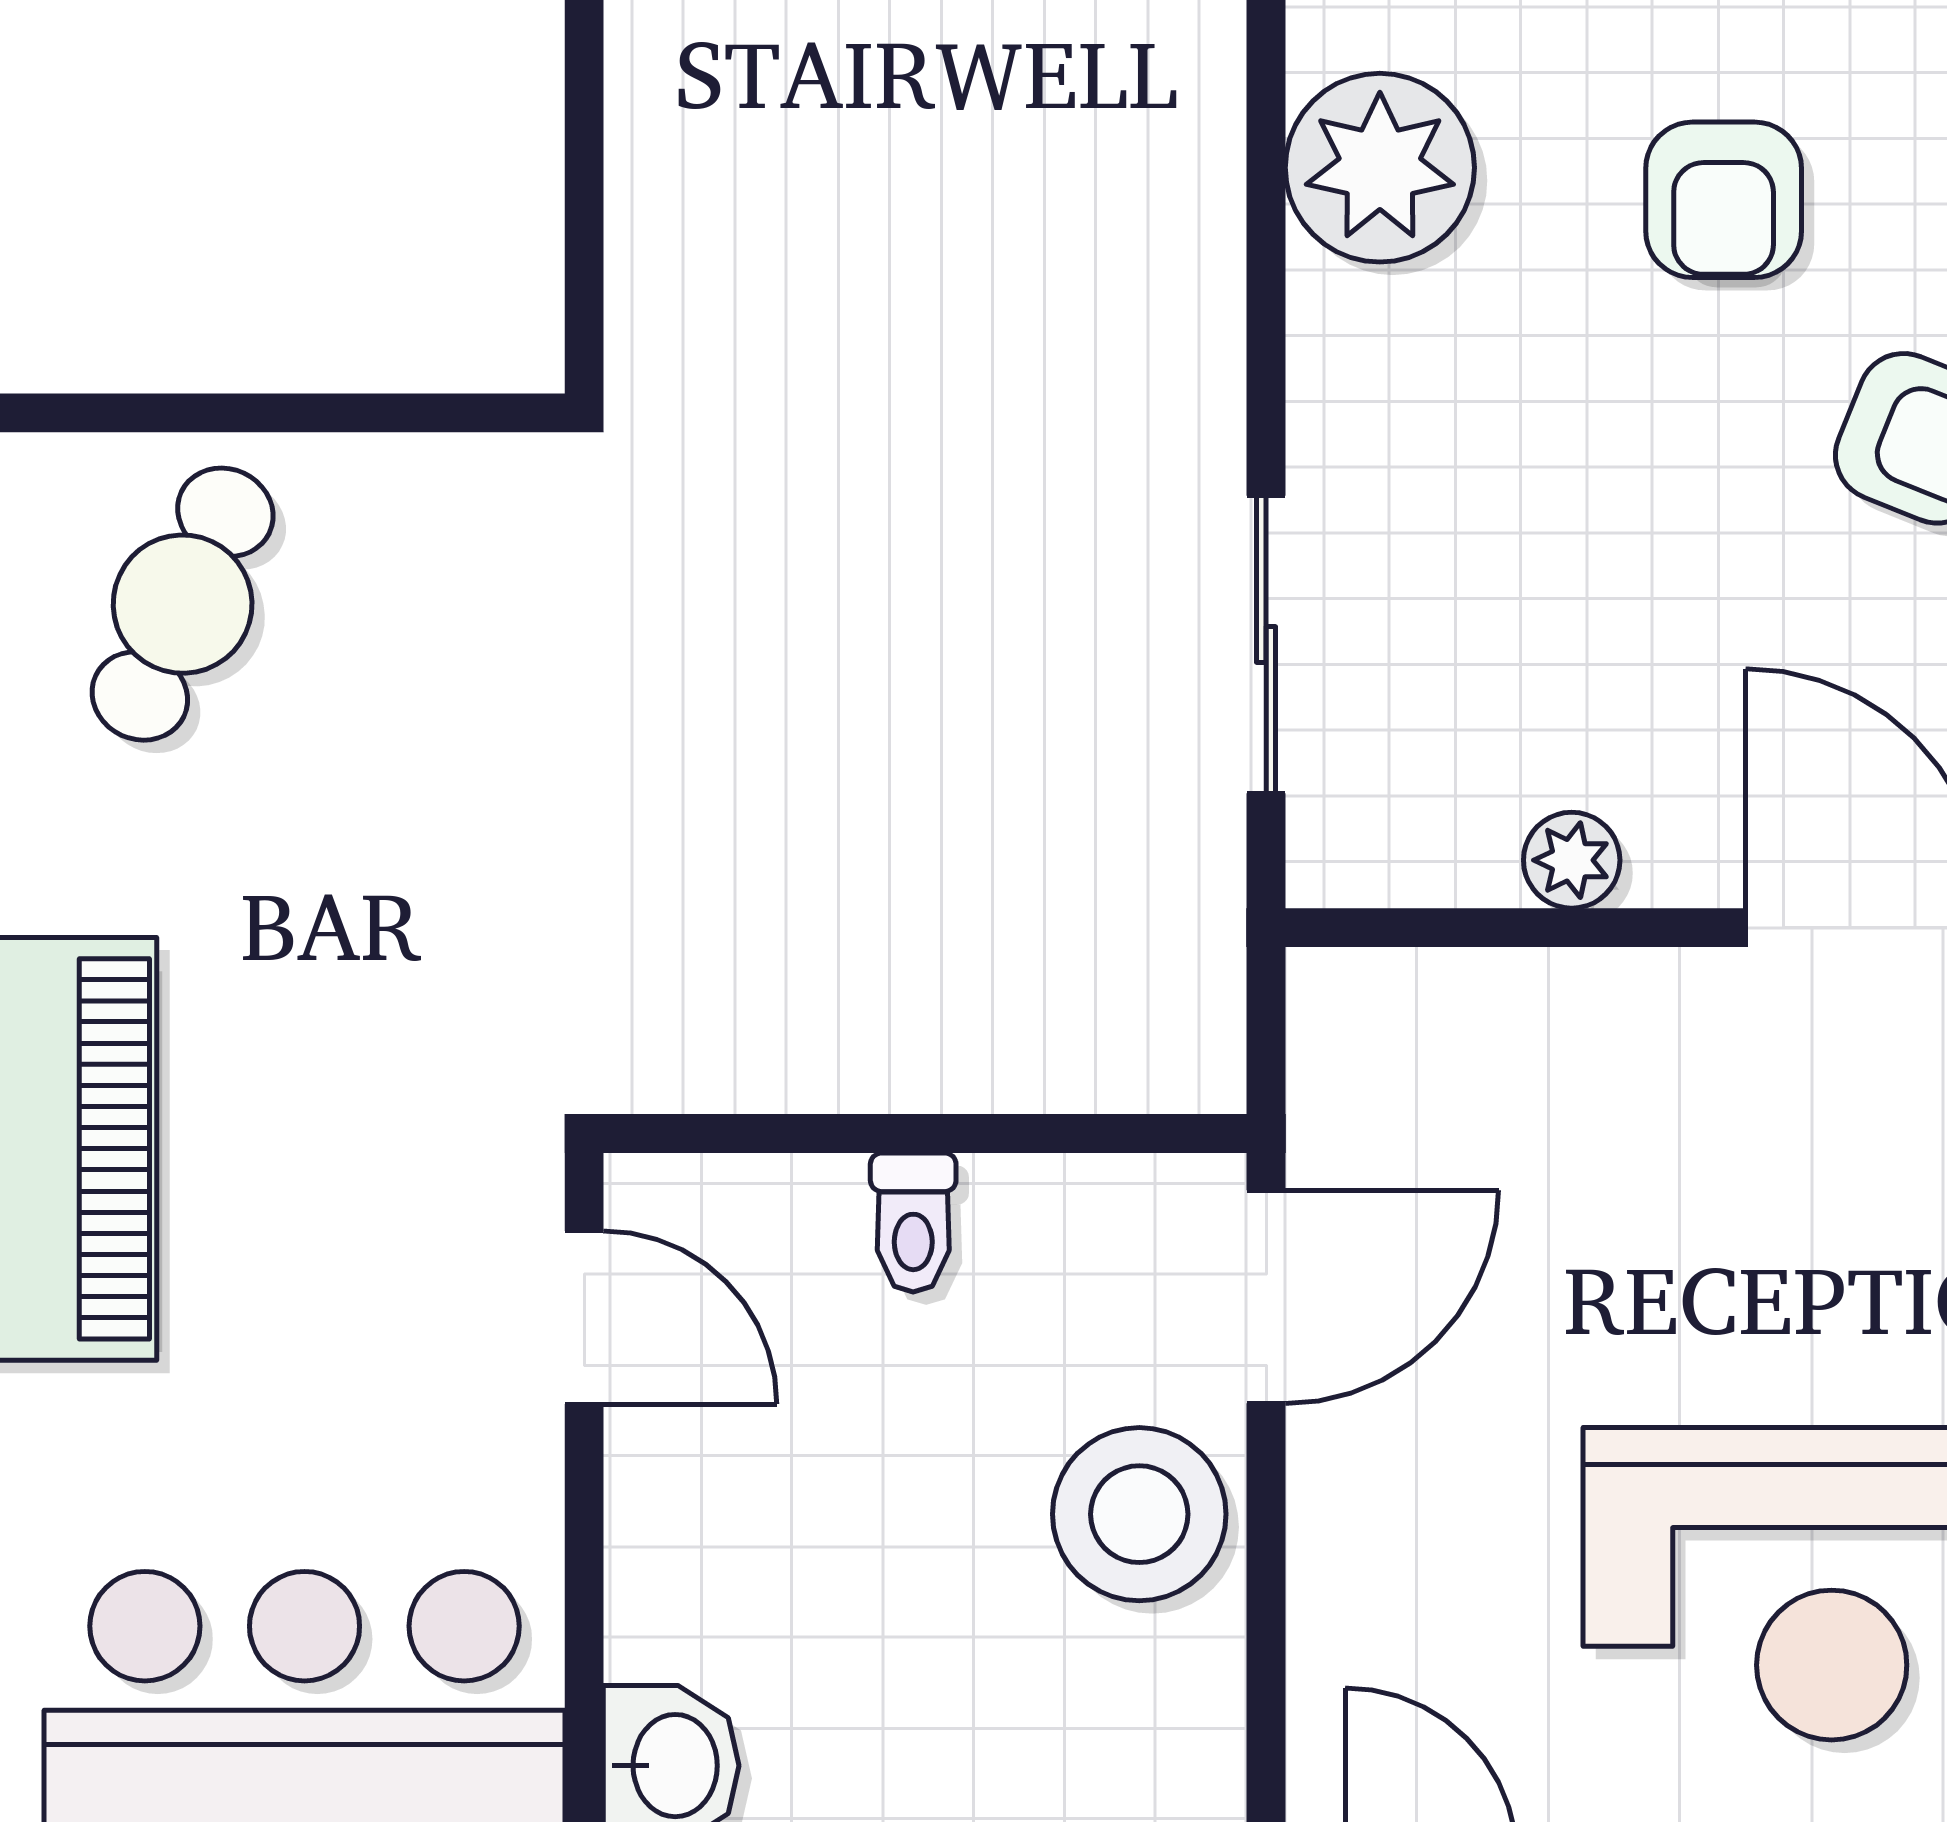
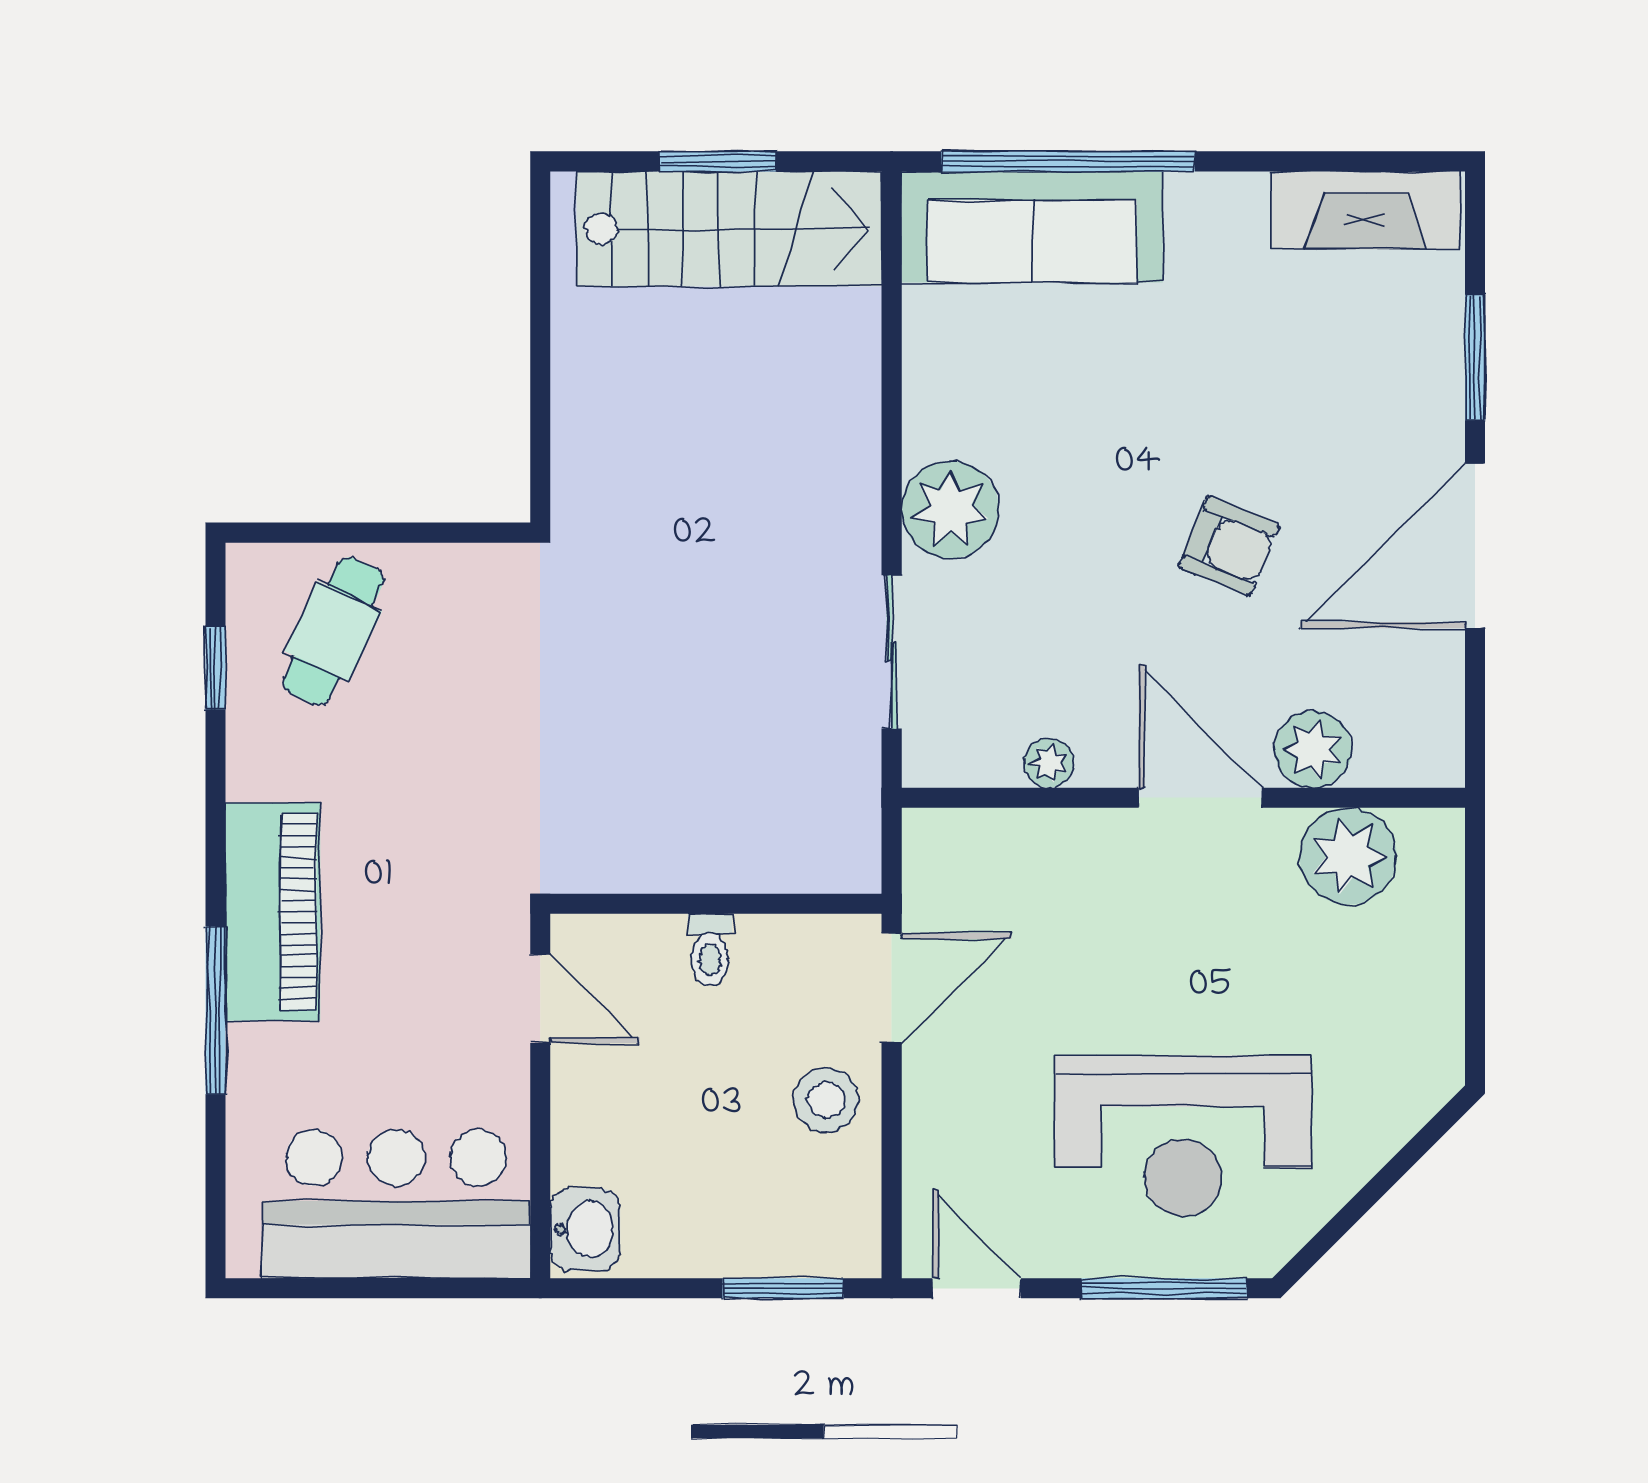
plant: (1380, 168) -> (950, 510), moved
armchair: (1724, 200) -> (1127, 423), removed
stool: (1139, 1514) -> (826, 1100), width x0.73, depth x0.73

